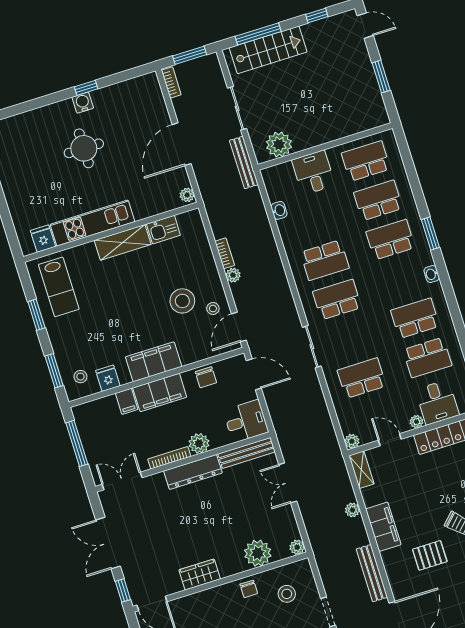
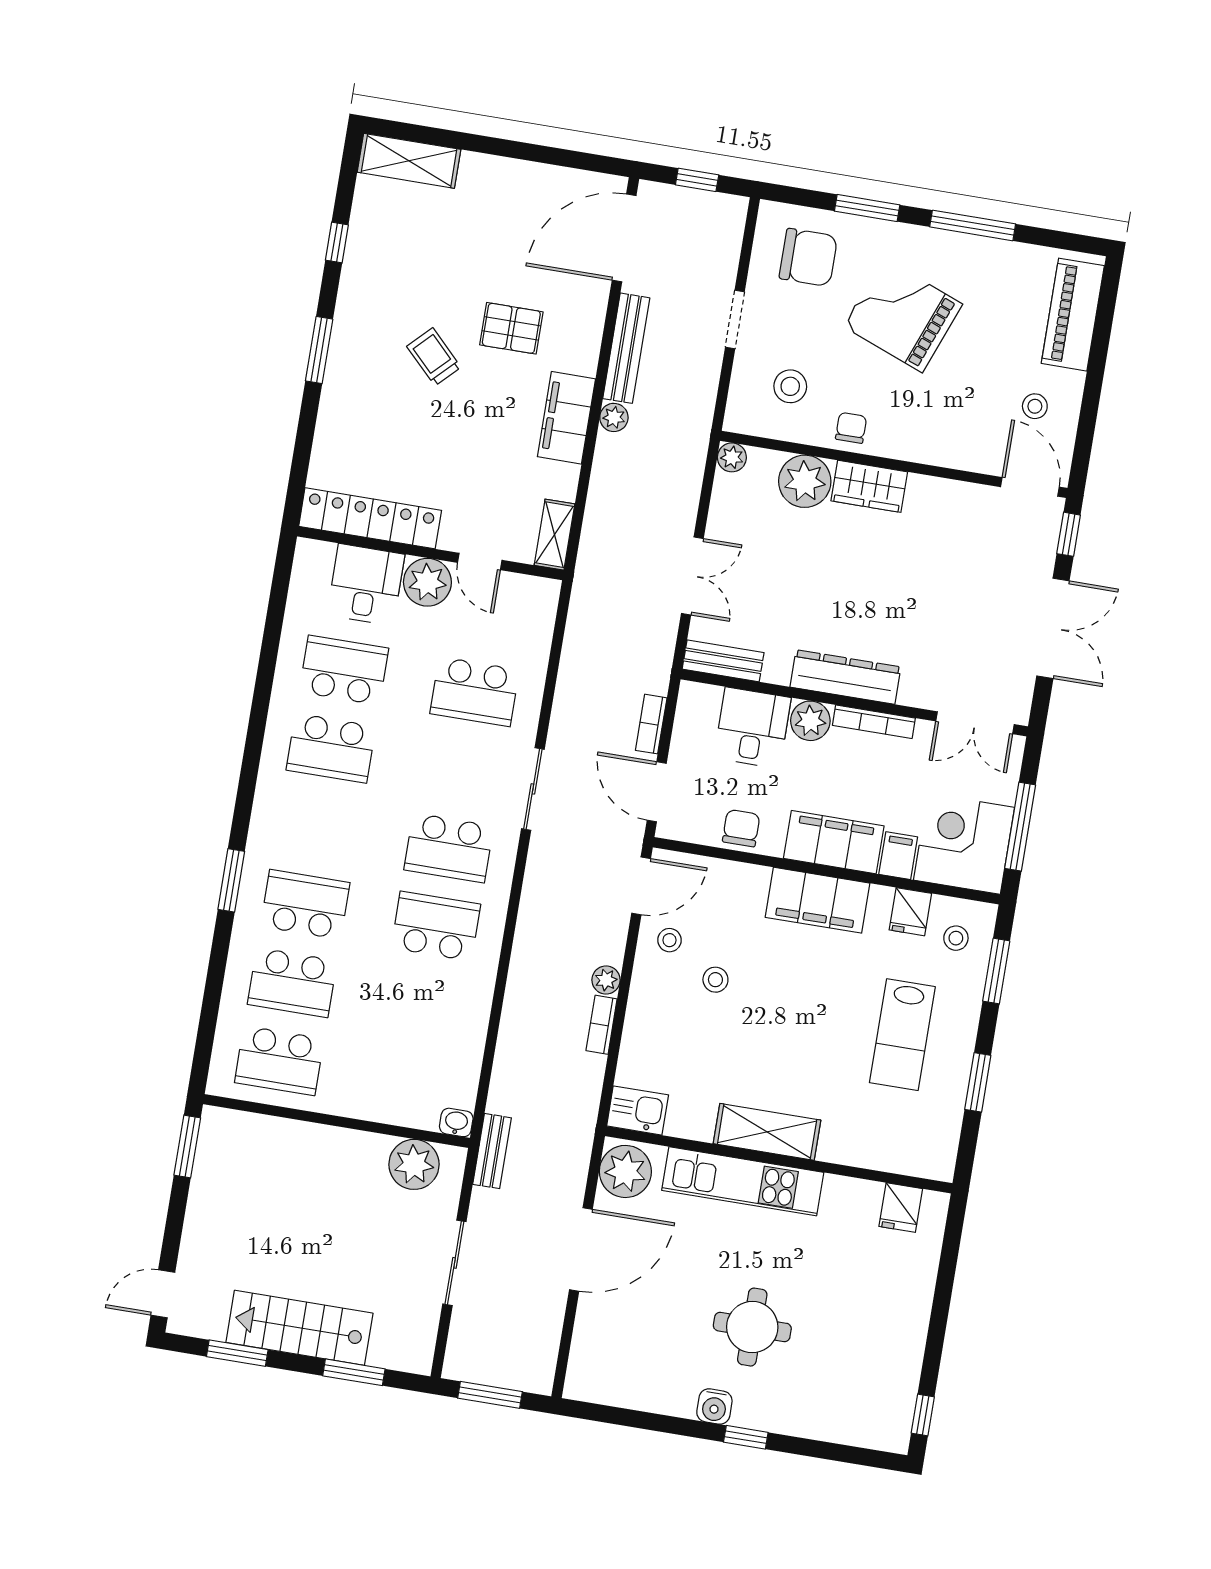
window: (317, 16) -> (237, 1353), width x1.50
door: (365, 26) -> (163, 1294), hinge flipped
window: (258, 34) -> (354, 1372), width x0.69
stairs: (268, 50) -> (299, 1328), moved
window: (381, 77) -> (187, 1146), moved
bookcase: (171, 82) -> (651, 724), moved
window: (86, 88) -> (746, 1437), moved
bench: (244, 163) -> (492, 1151), width x0.73
desk: (313, 173) -> (379, 1086), removed
plant: (187, 195) -> (625, 1171), width x1.88, depth x1.88
washbasin: (279, 210) -> (456, 1122), moved, turned 90
kitchen unit: (92, 223) -> (743, 1181), moved
kitchen sink: (163, 230) -> (638, 1110), moved
school desk: (390, 240) -> (305, 904), turned 180
washbasin: (432, 274) -> (264, 810), removed
lab bench: (59, 287) -> (902, 1035), moved, turned 180
stool: (182, 301) -> (715, 980), width x0.53, depth x0.53
desk: (246, 421) -> (752, 728), moved, turned 90
corner desk: (99, 422) -> (964, 844), added
plant: (417, 422) -> (427, 582), width x1.88, depth x1.88
plant: (352, 441) -> (546, 592), removed
bench: (247, 453) -> (723, 661), width x0.73
plant: (352, 510) -> (614, 417), moved
wardrobe: (200, 574) -> (869, 486), moved

